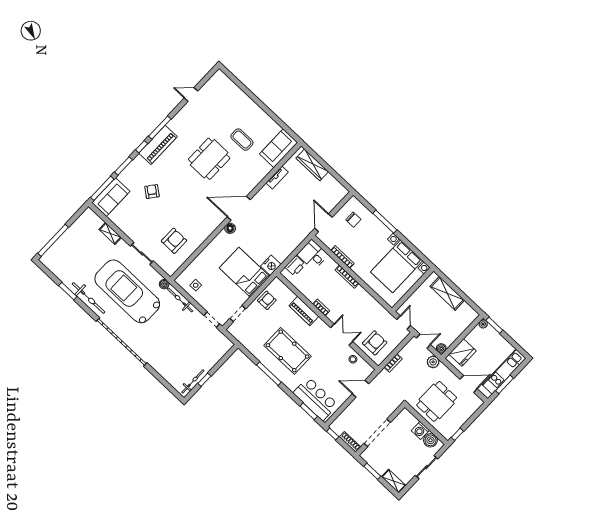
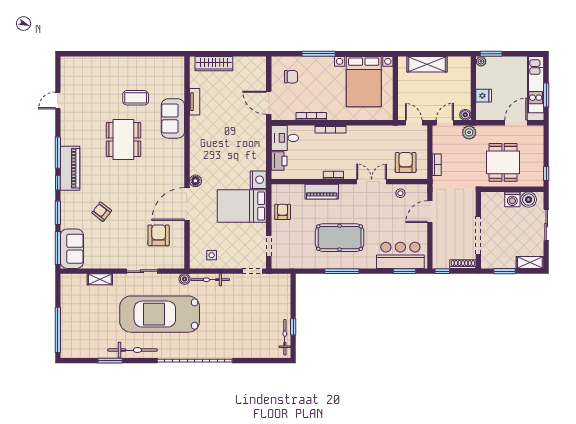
sofa: (279, 148) -> (173, 118), moved
door: (239, 208) -> (187, 204), moved
fridge: (463, 353) -> (484, 96), width x0.53, depth x0.75

